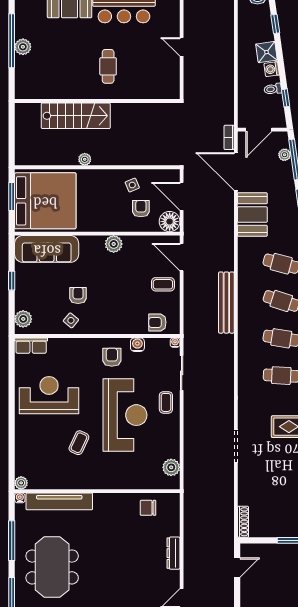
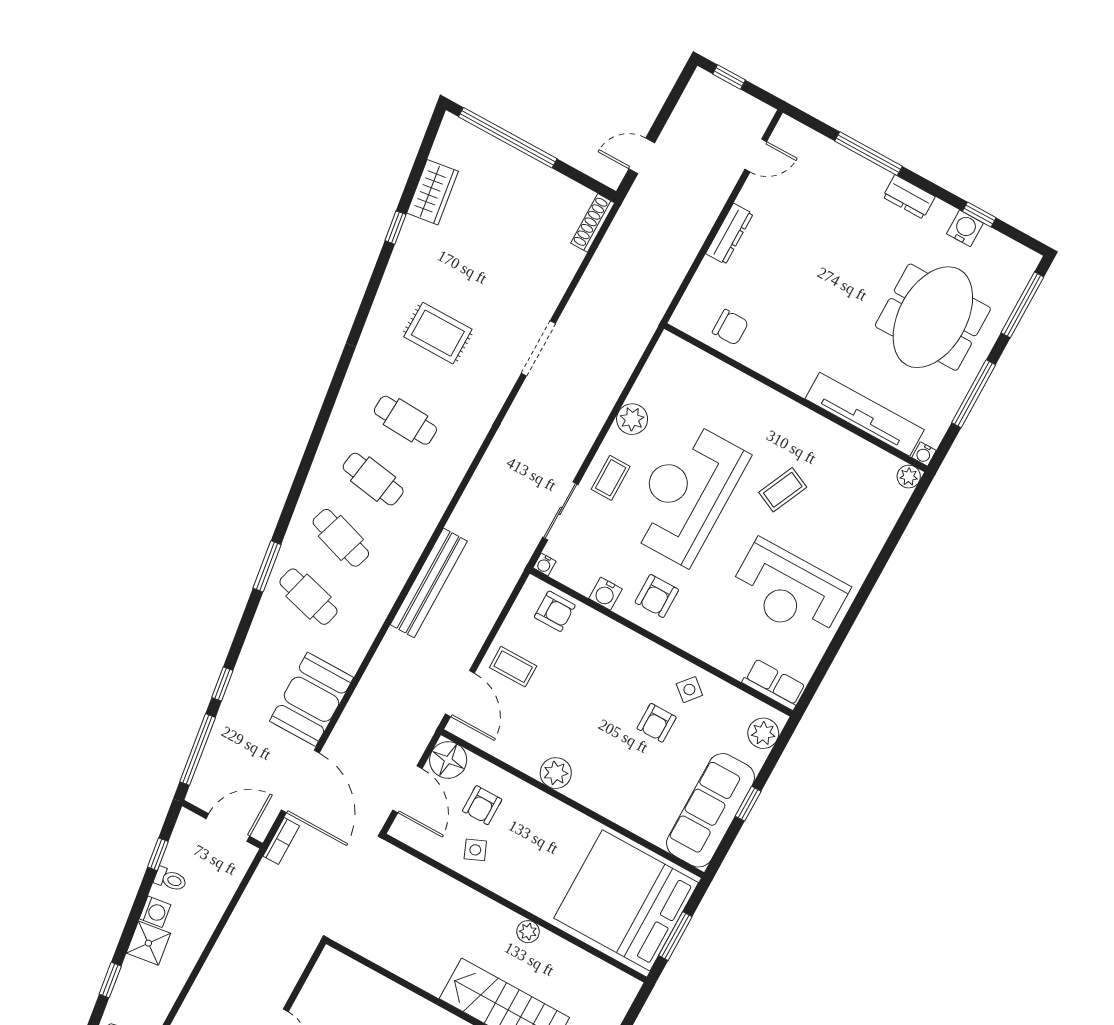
plant: (285, 155) -> (209, 766), removed
sofa: (47, 249) -> (711, 810), moved, turned -90
plant: (171, 467) -> (632, 419), moved

